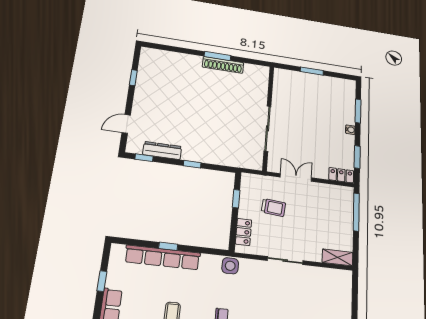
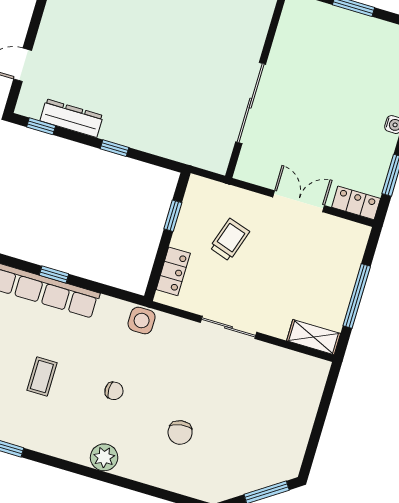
double door: (296, 177) -> (299, 201), moved
trolley: (273, 207) -> (230, 240), turned -77
window: (356, 212) -> (357, 296), moved

